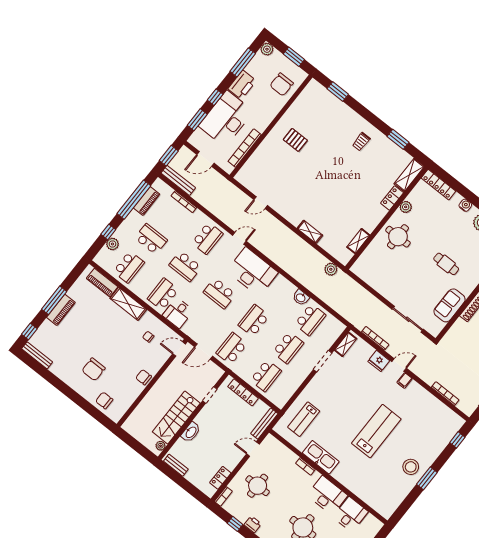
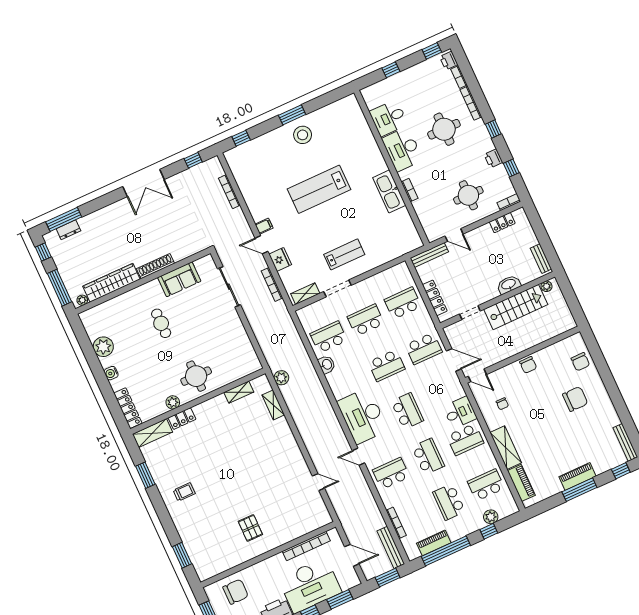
shelving: (310, 232) -> (273, 405), moved
lab bench: (304, 419) -> (344, 254), moved

